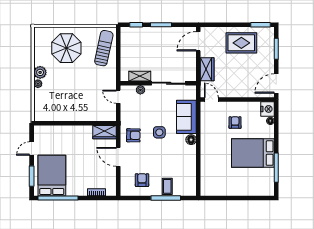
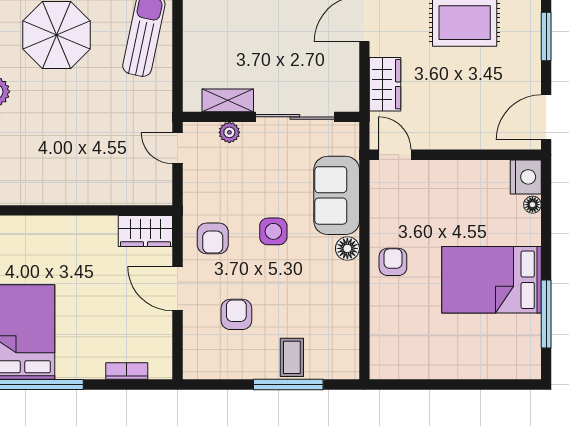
armchair: (235, 123) -> (393, 262), moved
armchair: (133, 135) -> (213, 238), turned 89
armchair: (142, 180) -> (236, 314), moved

